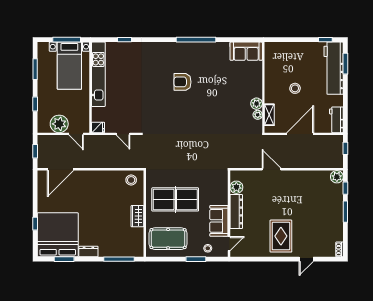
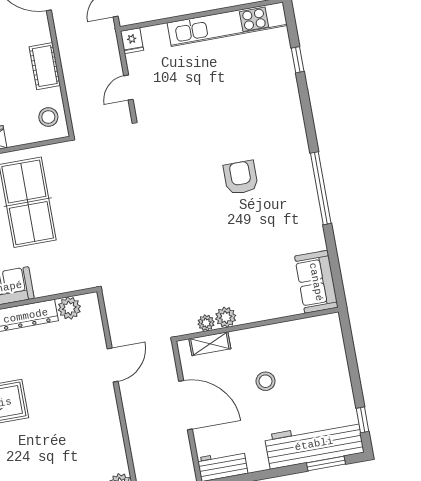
cot: (103, 177) -> (45, 66), added

